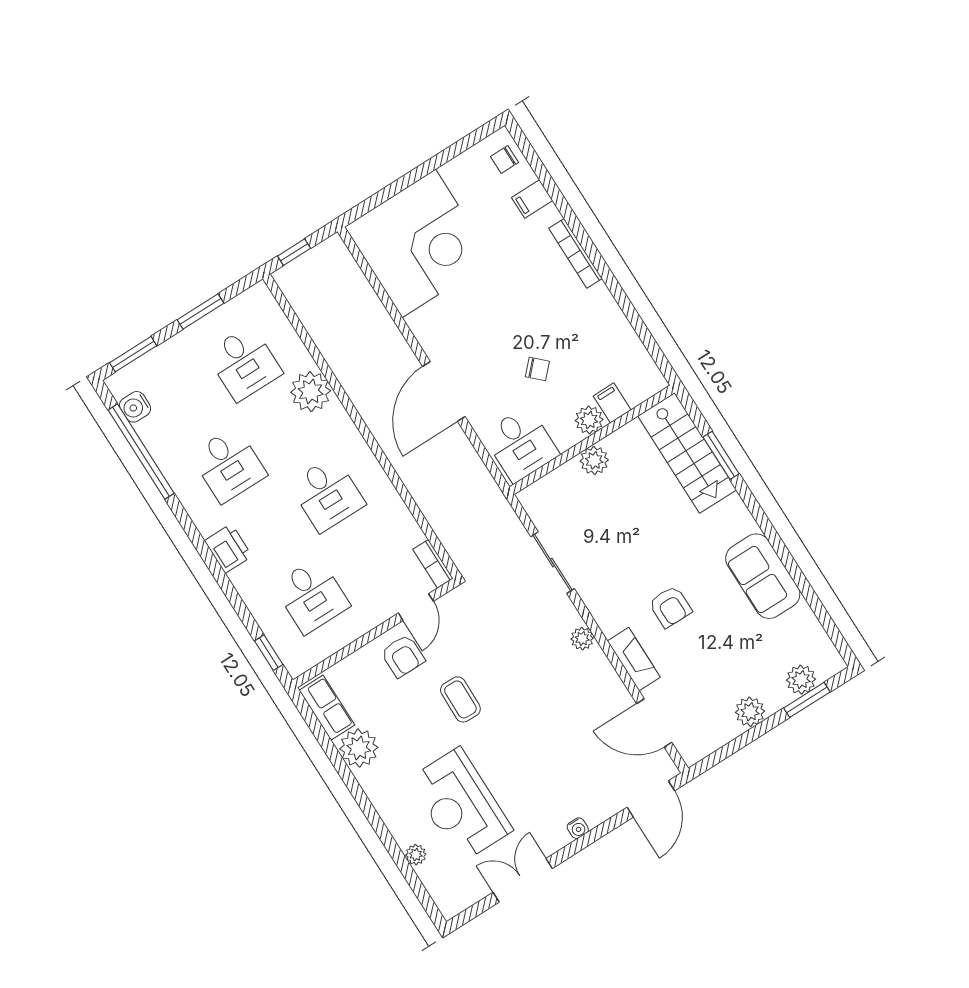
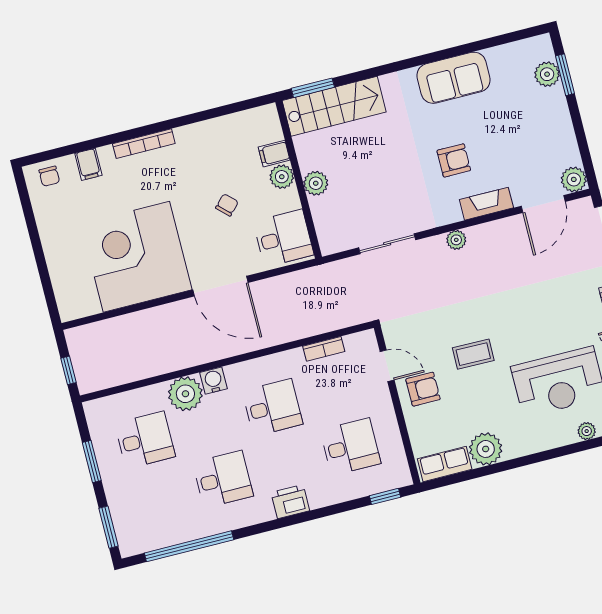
corner desk: (419, 243) -> (136, 257), moved, turned -90
water cooler: (135, 407) -> (213, 381), moved, turned 180
window: (721, 455) -> (313, 88), moved
bookcase: (433, 564) -> (324, 349), moved
plant: (750, 712) -> (574, 179), moved

